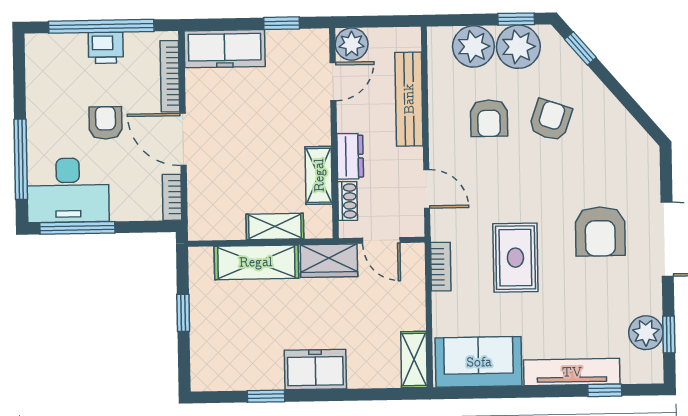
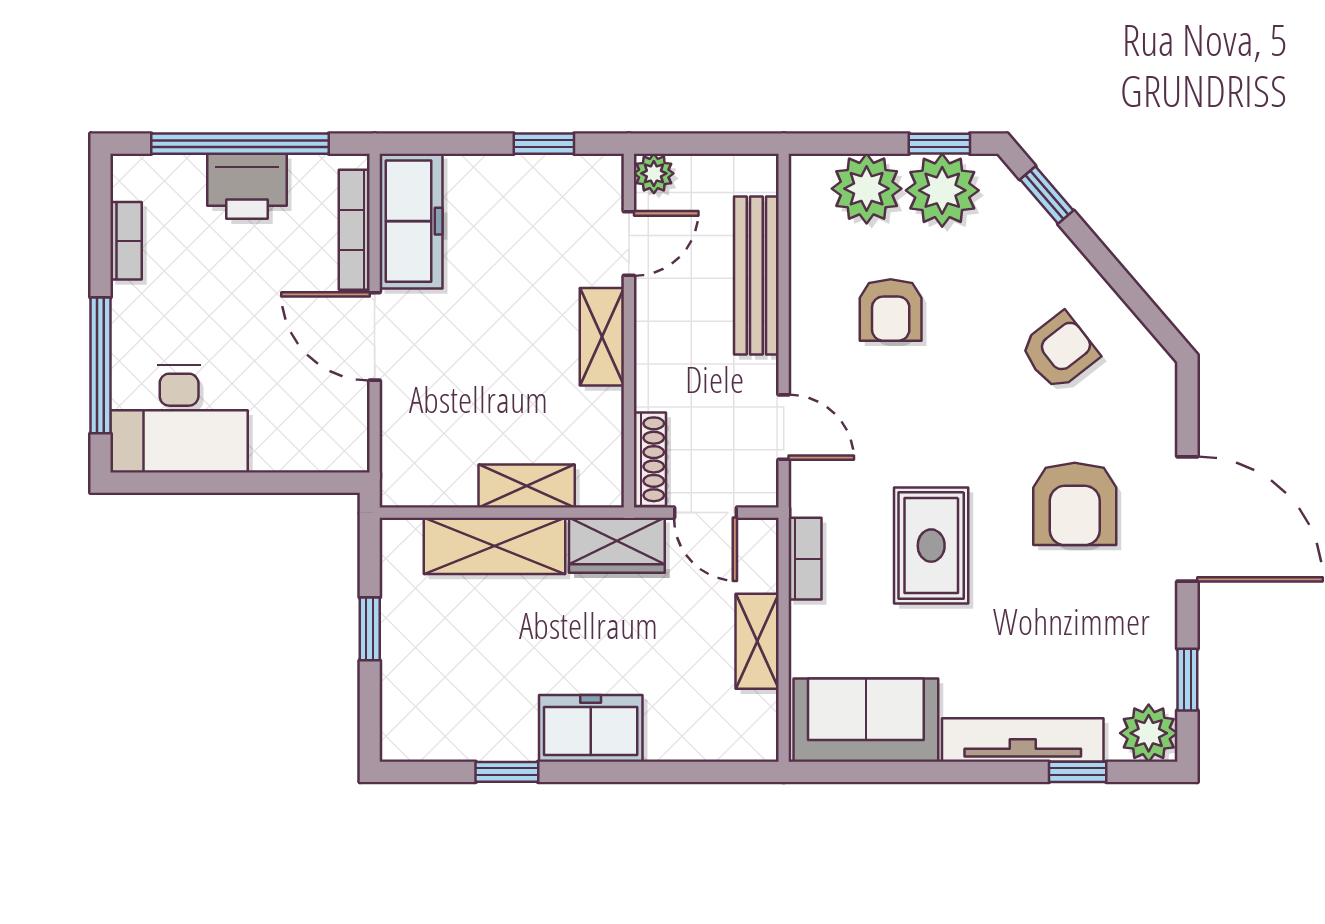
plant: (352, 44) -> (654, 173), width x0.73, depth x0.73
printer: (106, 48) -> (247, 186), width x1.36, depth x1.24
freezer: (225, 49) -> (411, 221), moved, turned -90
armchair: (550, 120) -> (1059, 351), moved, turned 33
armchair: (106, 123) -> (244, 306), removed
dresser: (350, 156) -> (656, 370), removed
shelving: (319, 175) -> (602, 337), moved
bookcase: (172, 197) -> (126, 241), moved, turned 180
shoe rack: (348, 201) -> (650, 459), width x1.43
window: (77, 228) -> (194, 483), removed
plant: (646, 333) -> (1149, 733), moved
shelving: (414, 360) -> (757, 641), moved

